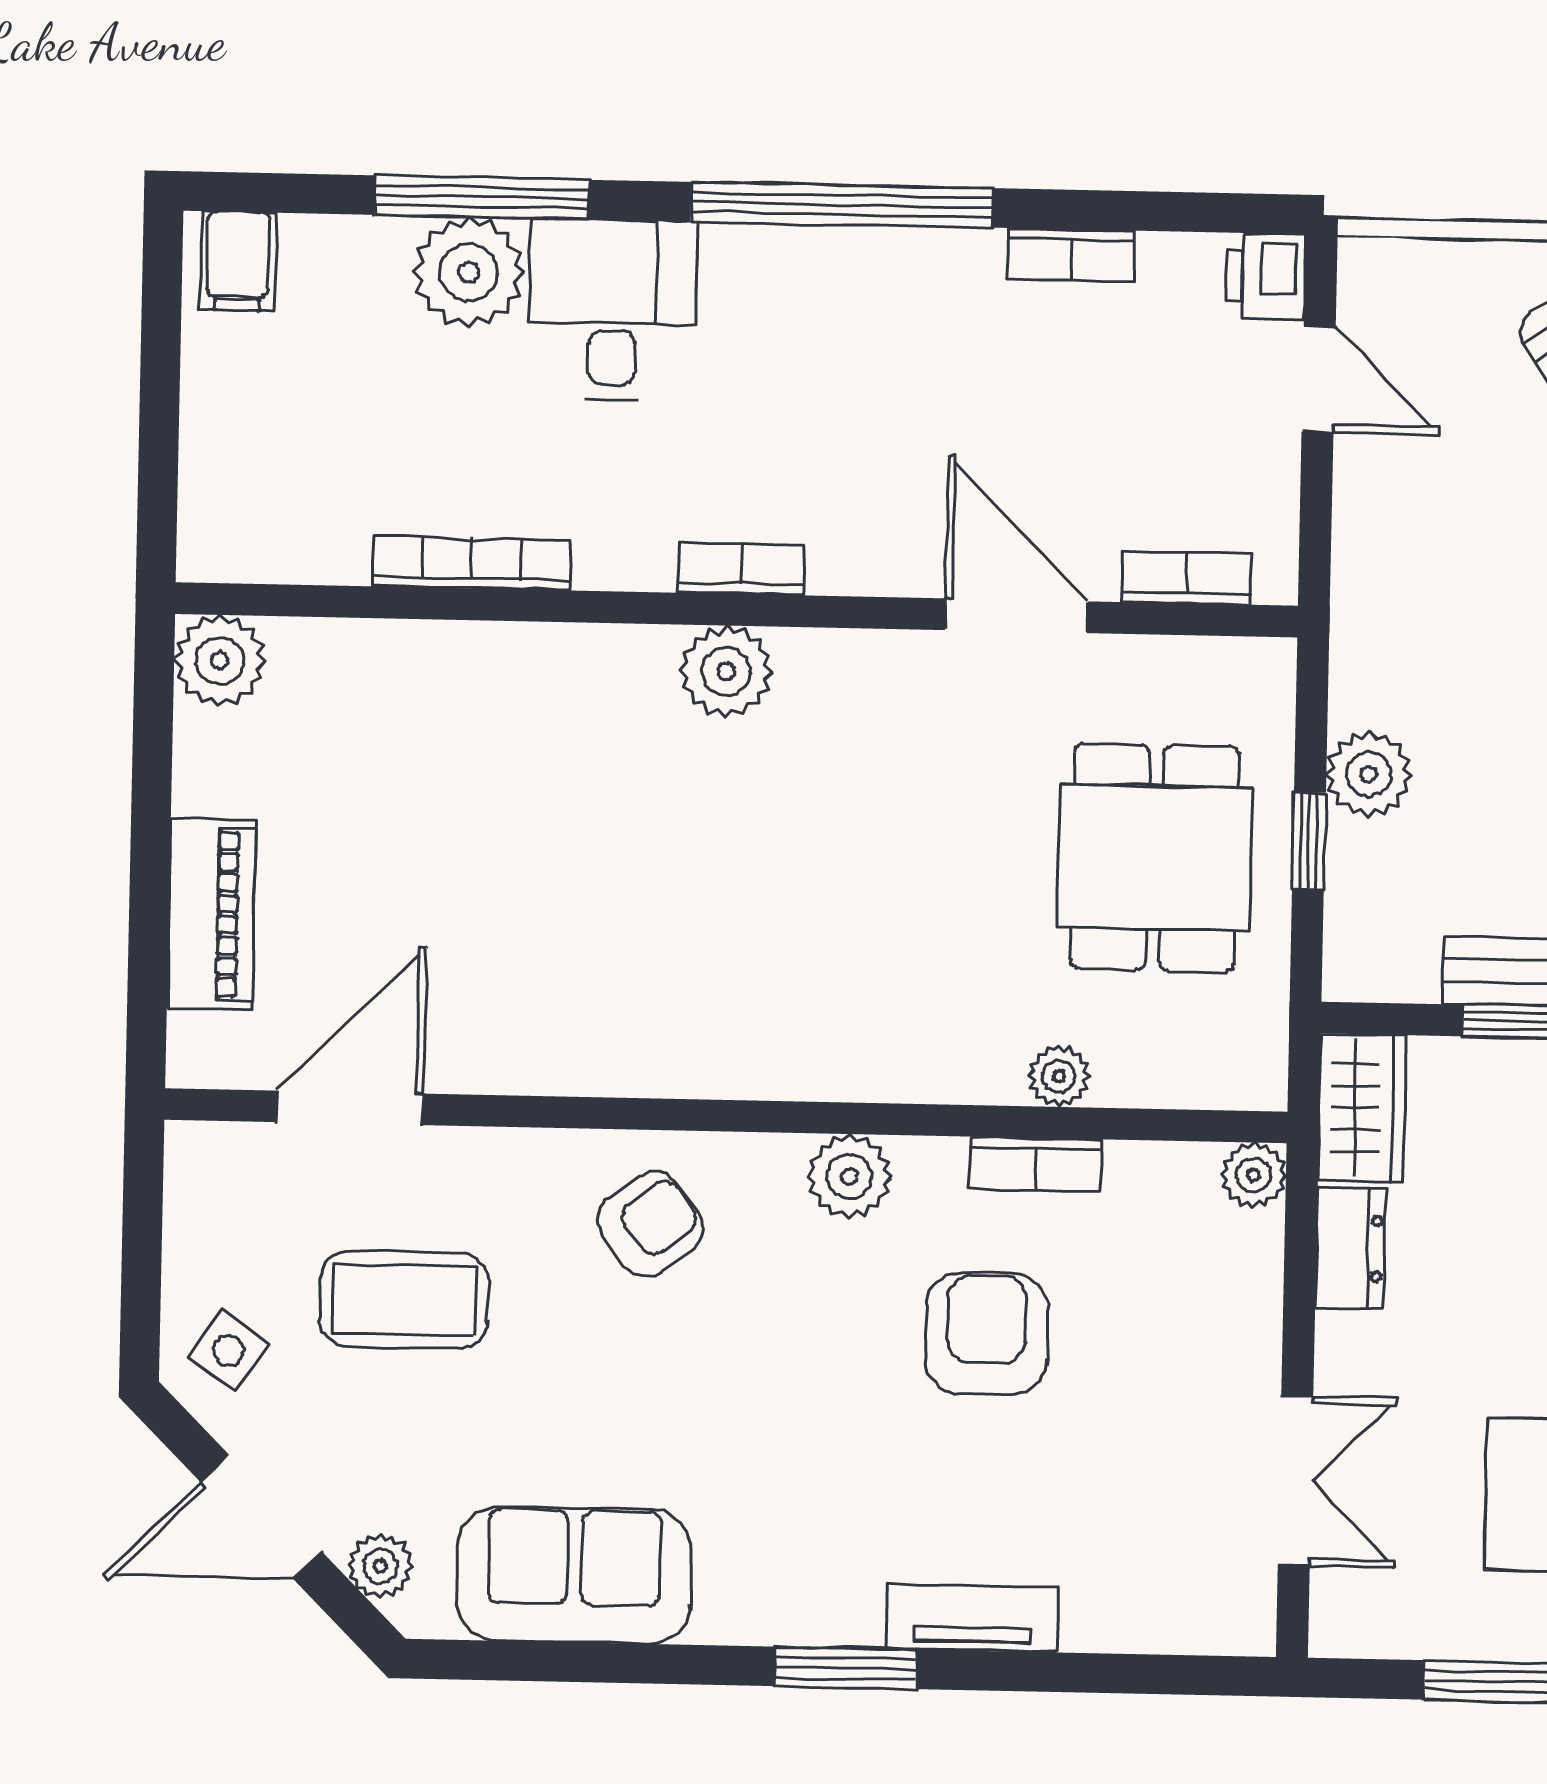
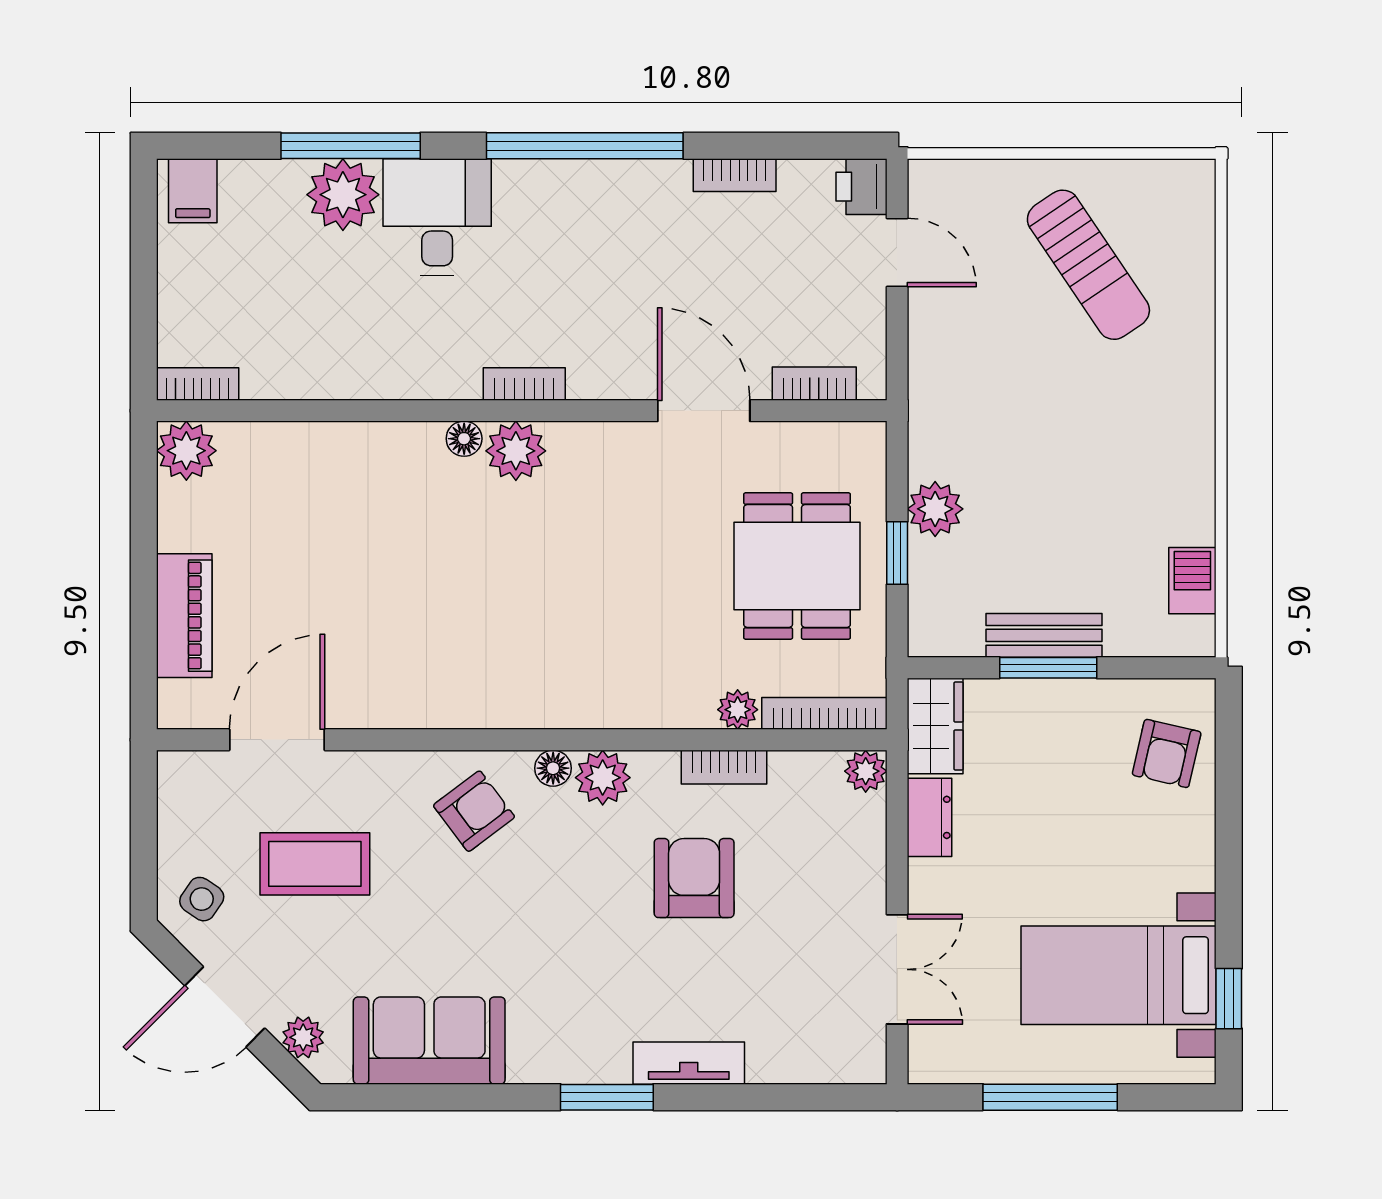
bookcase: (472, 563) -> (198, 384), moved, width x0.64
floor lamp: (647, 651) -> (464, 439), added
bookcase: (1192, 1085) -> (824, 713), added
floor lamp: (773, 1160) -> (553, 768), added

